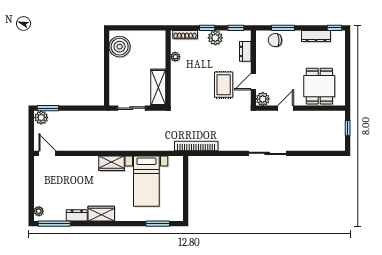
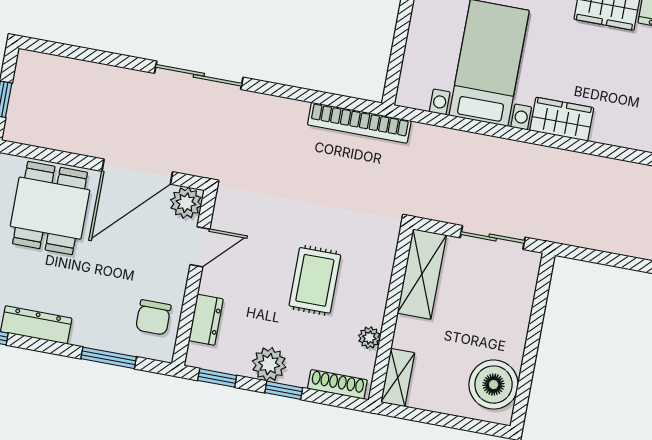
chair: (275, 40) -> (153, 317), moved, turned 93
shelving: (160, 42) -> (398, 377), added
rug: (224, 85) -> (315, 280), moved
door: (286, 108) -> (137, 172), width x1.88

